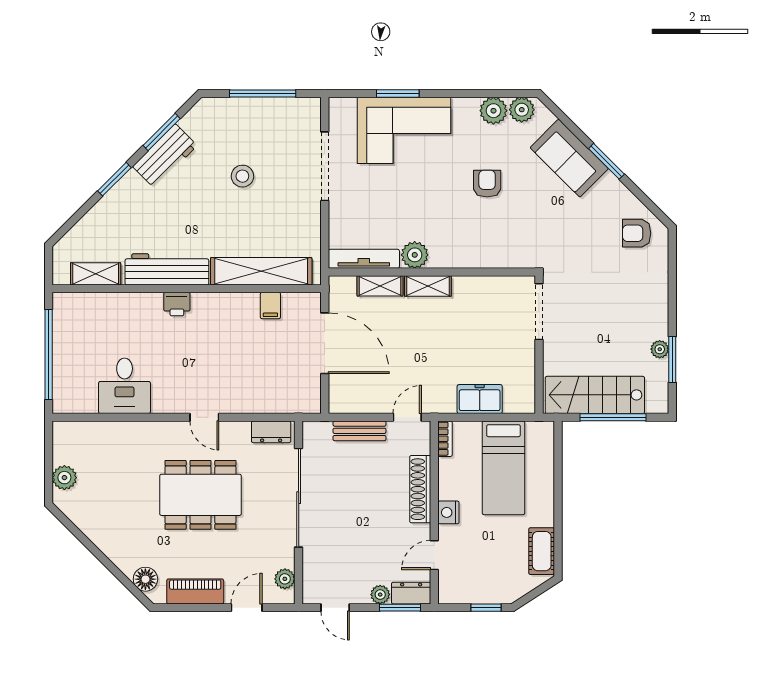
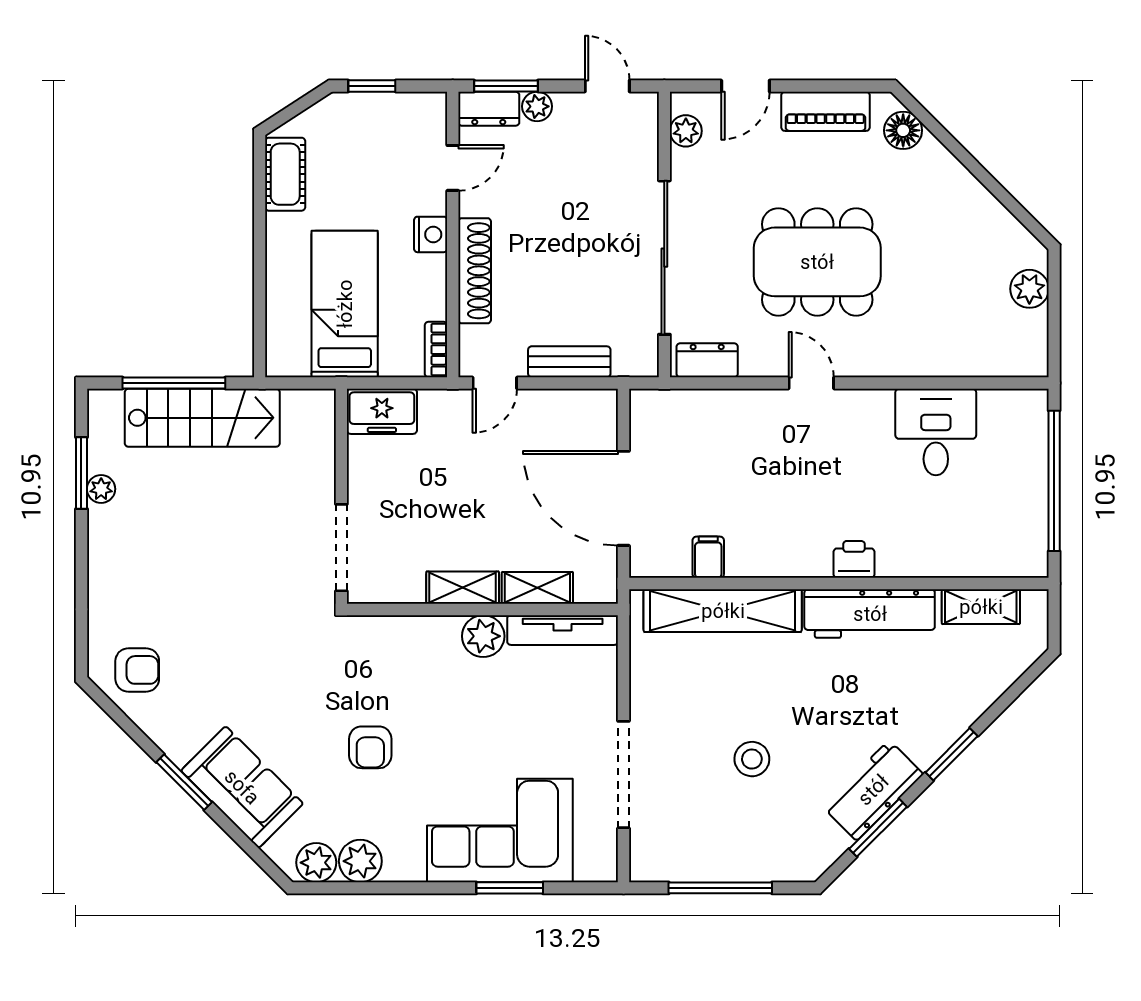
doorway: (539, 312) -> (341, 548), moved
wall: (539, 345) -> (341, 496), moved

